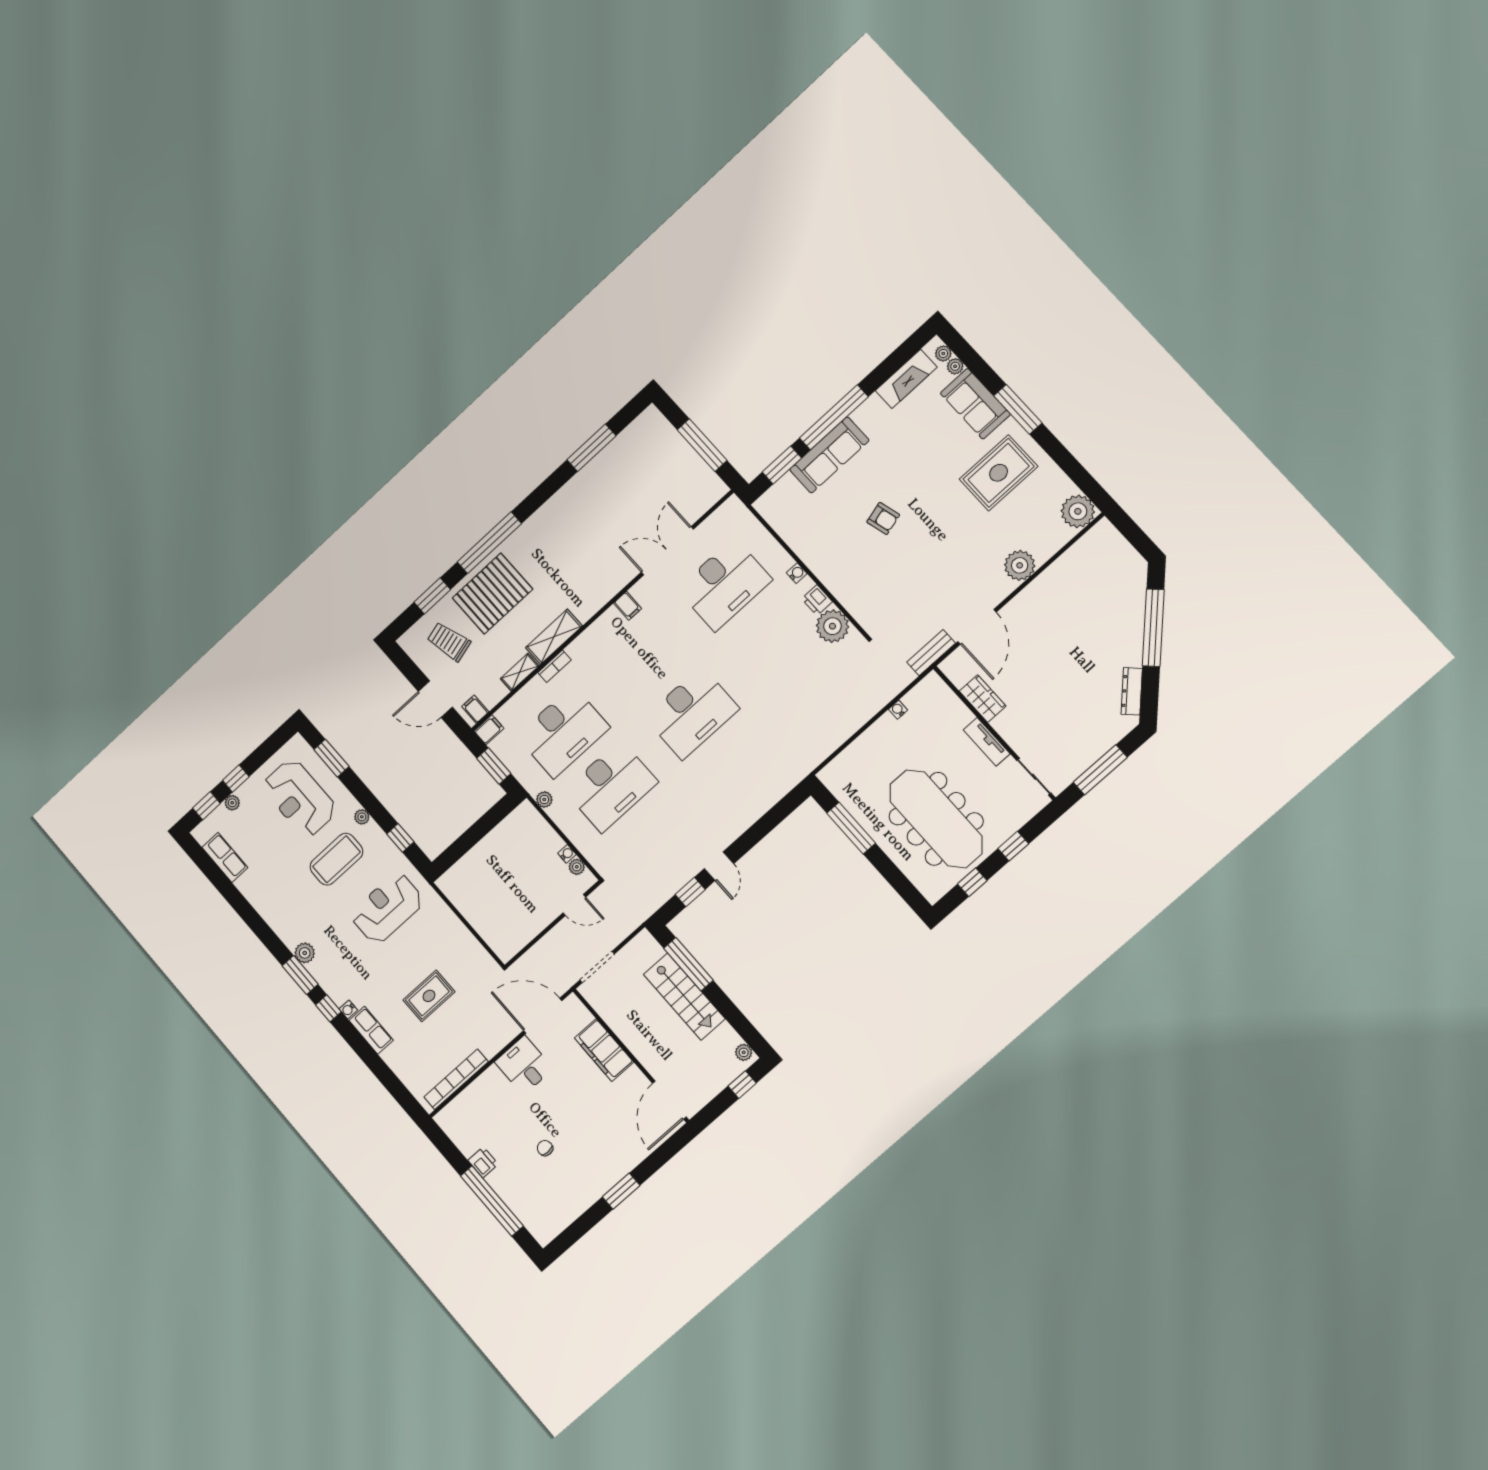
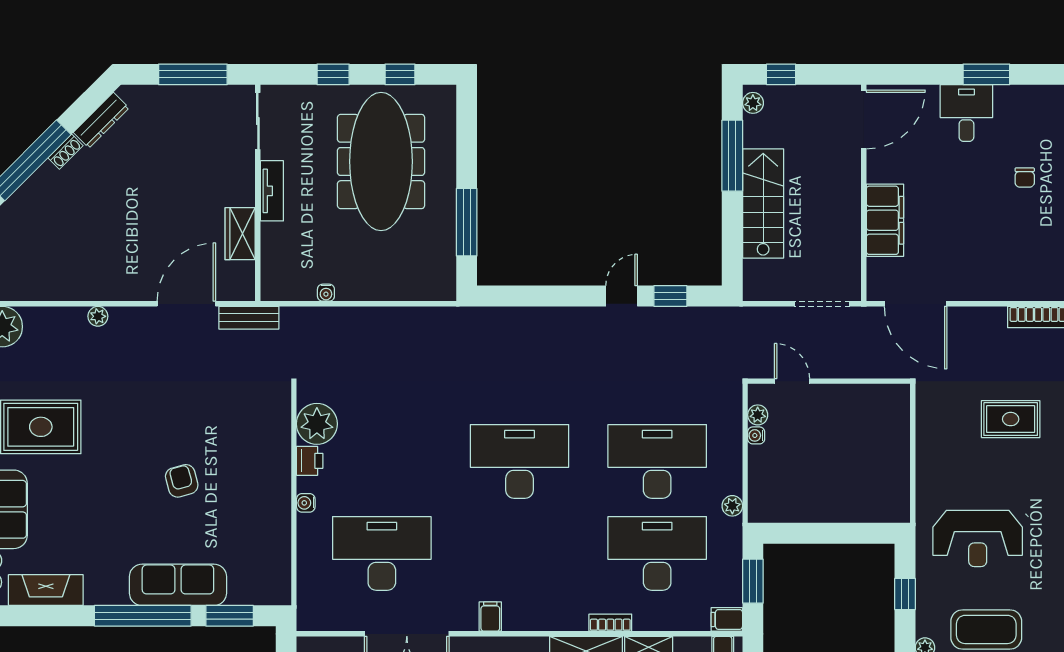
plant: (1020, 565) -> (98, 316), width x0.53, depth x0.53
shoe rack: (1136, 652) -> (66, 152), added
window: (689, 964) -> (732, 156), moved
desk: (524, 1065) -> (966, 113), moved, turned 180

